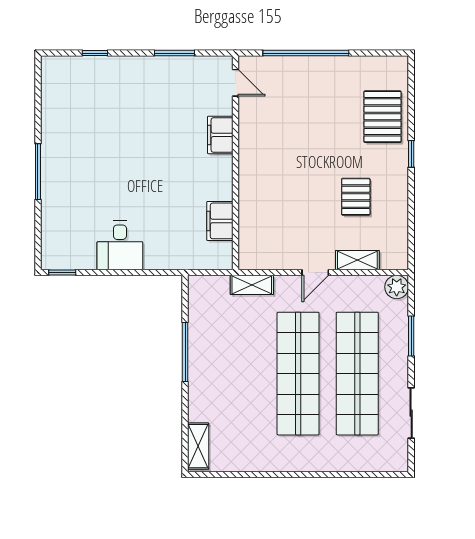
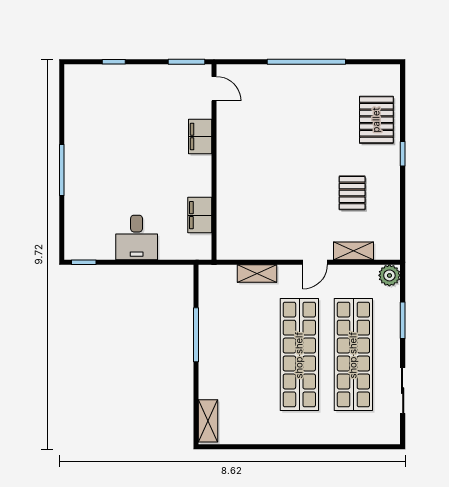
door: (236, 83) -> (214, 89), moved
filing cabinet: (220, 135) -> (200, 137), moved
wall: (236, 163) -> (214, 162), moved
filing cabinet: (220, 221) -> (200, 215), moved

